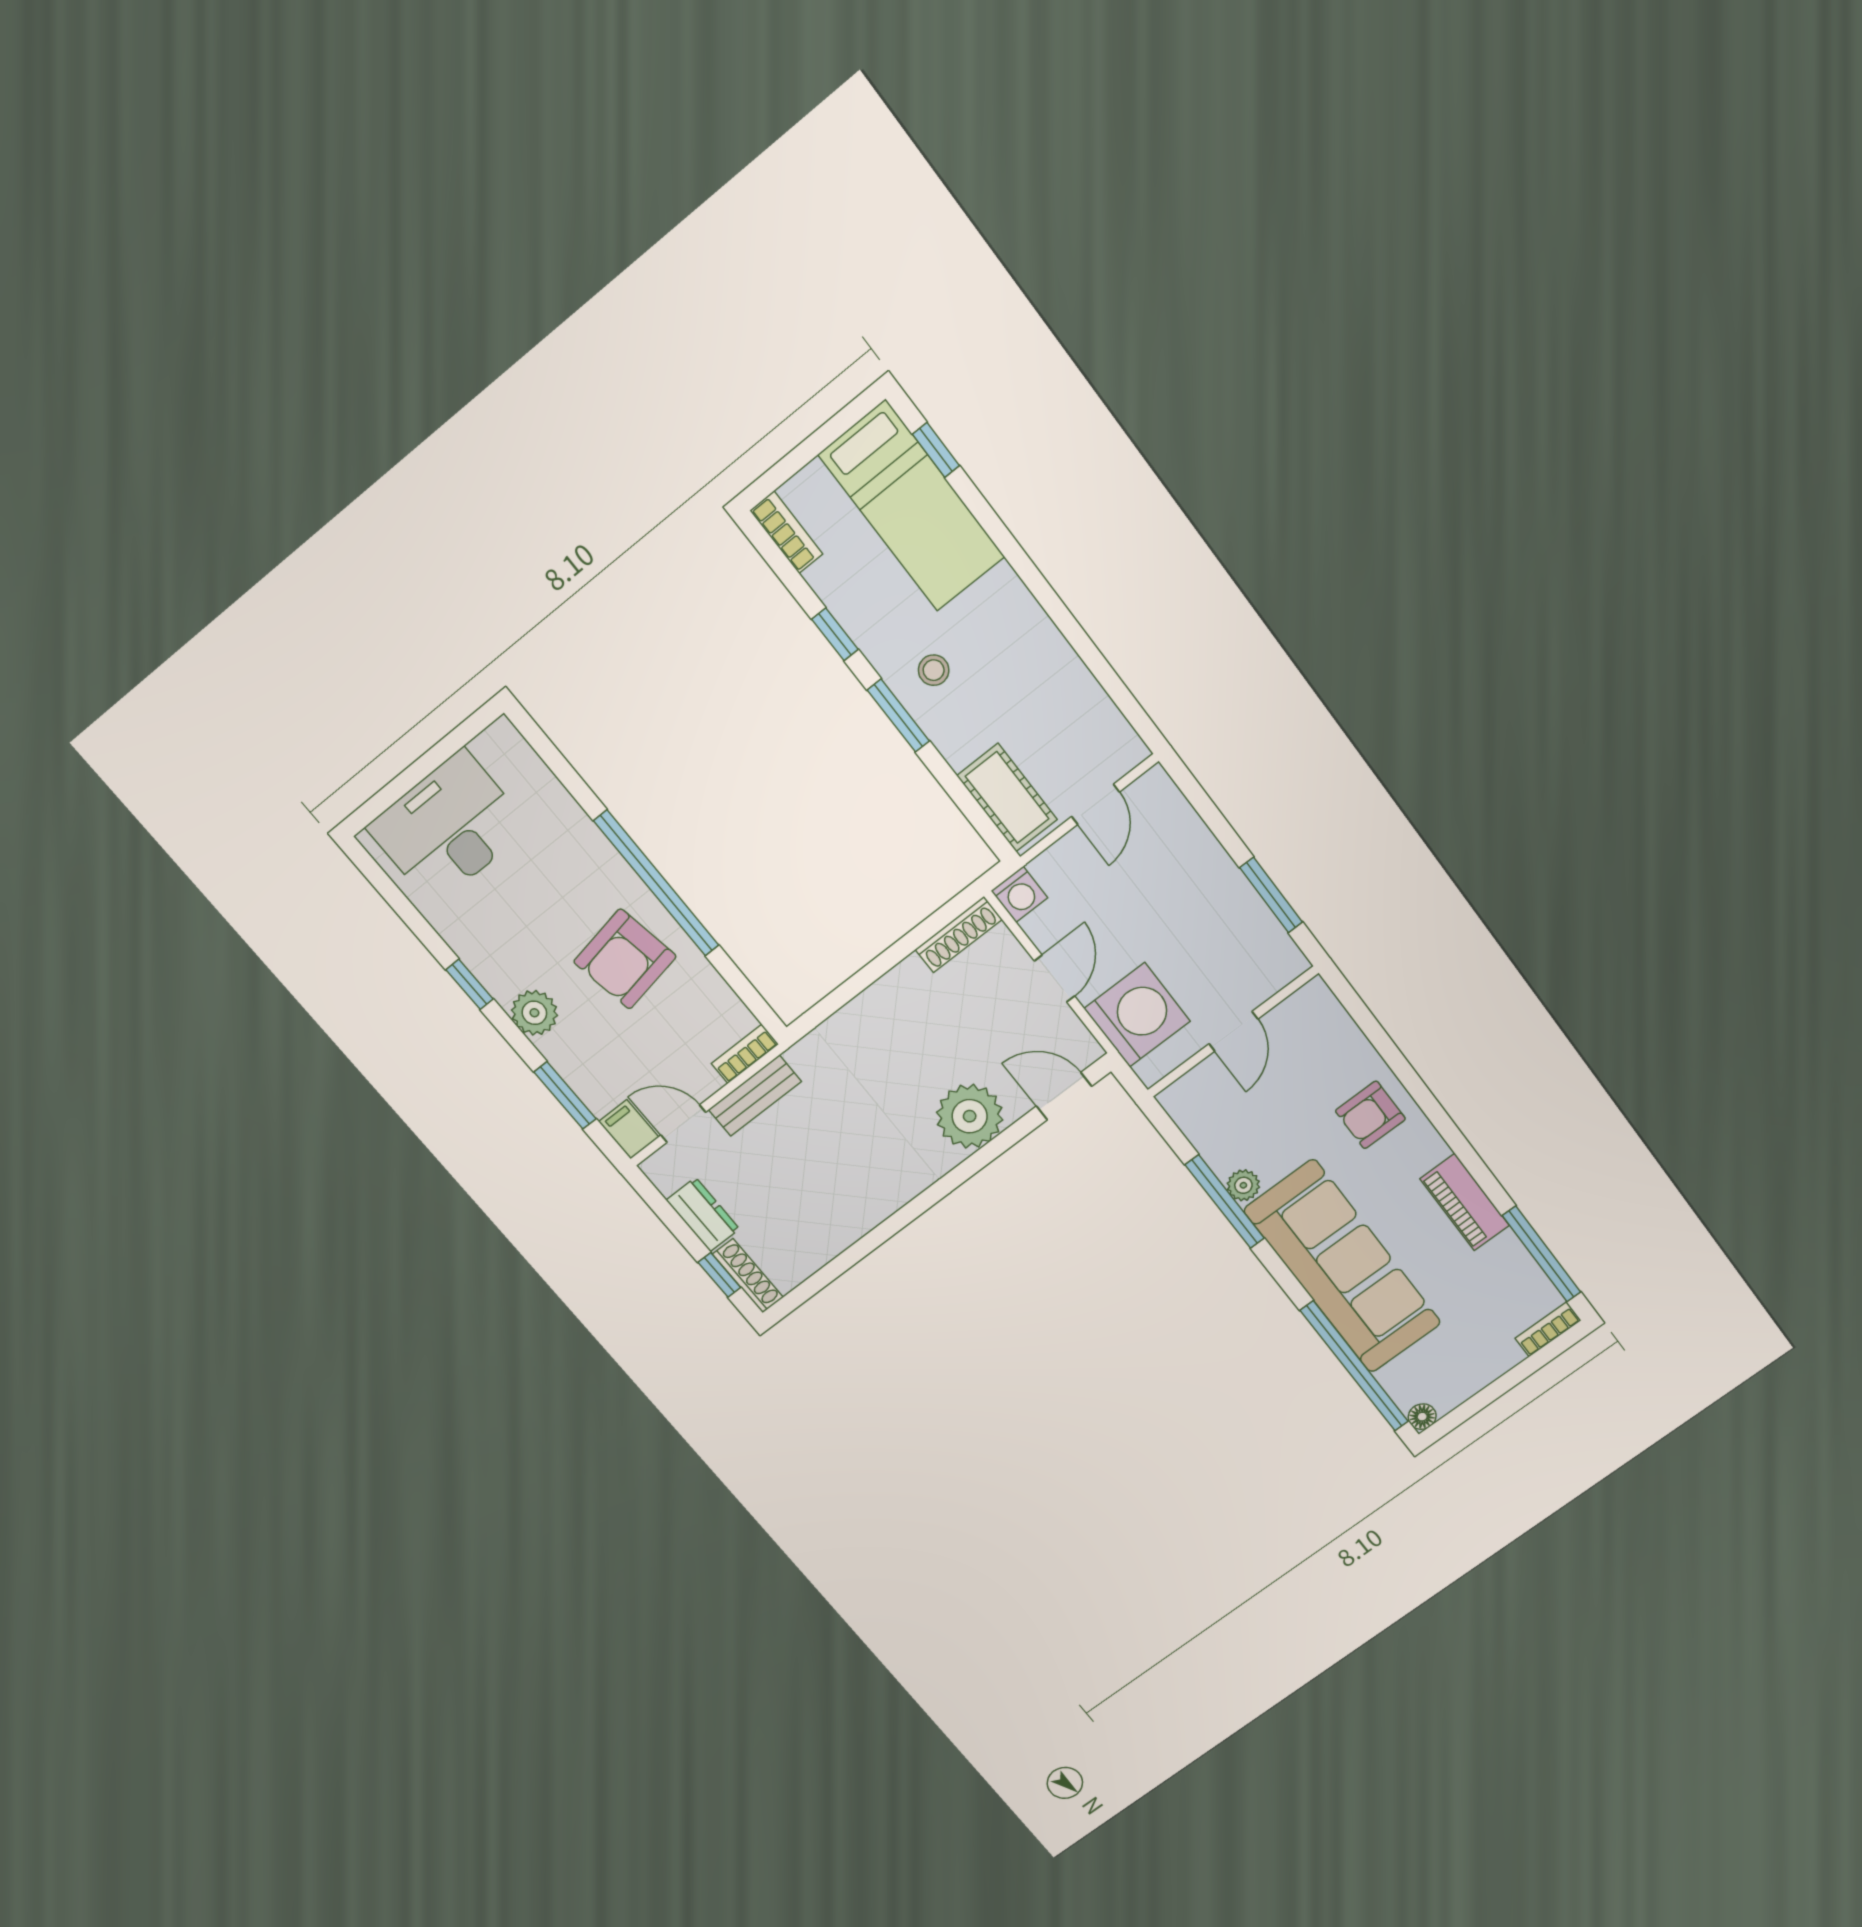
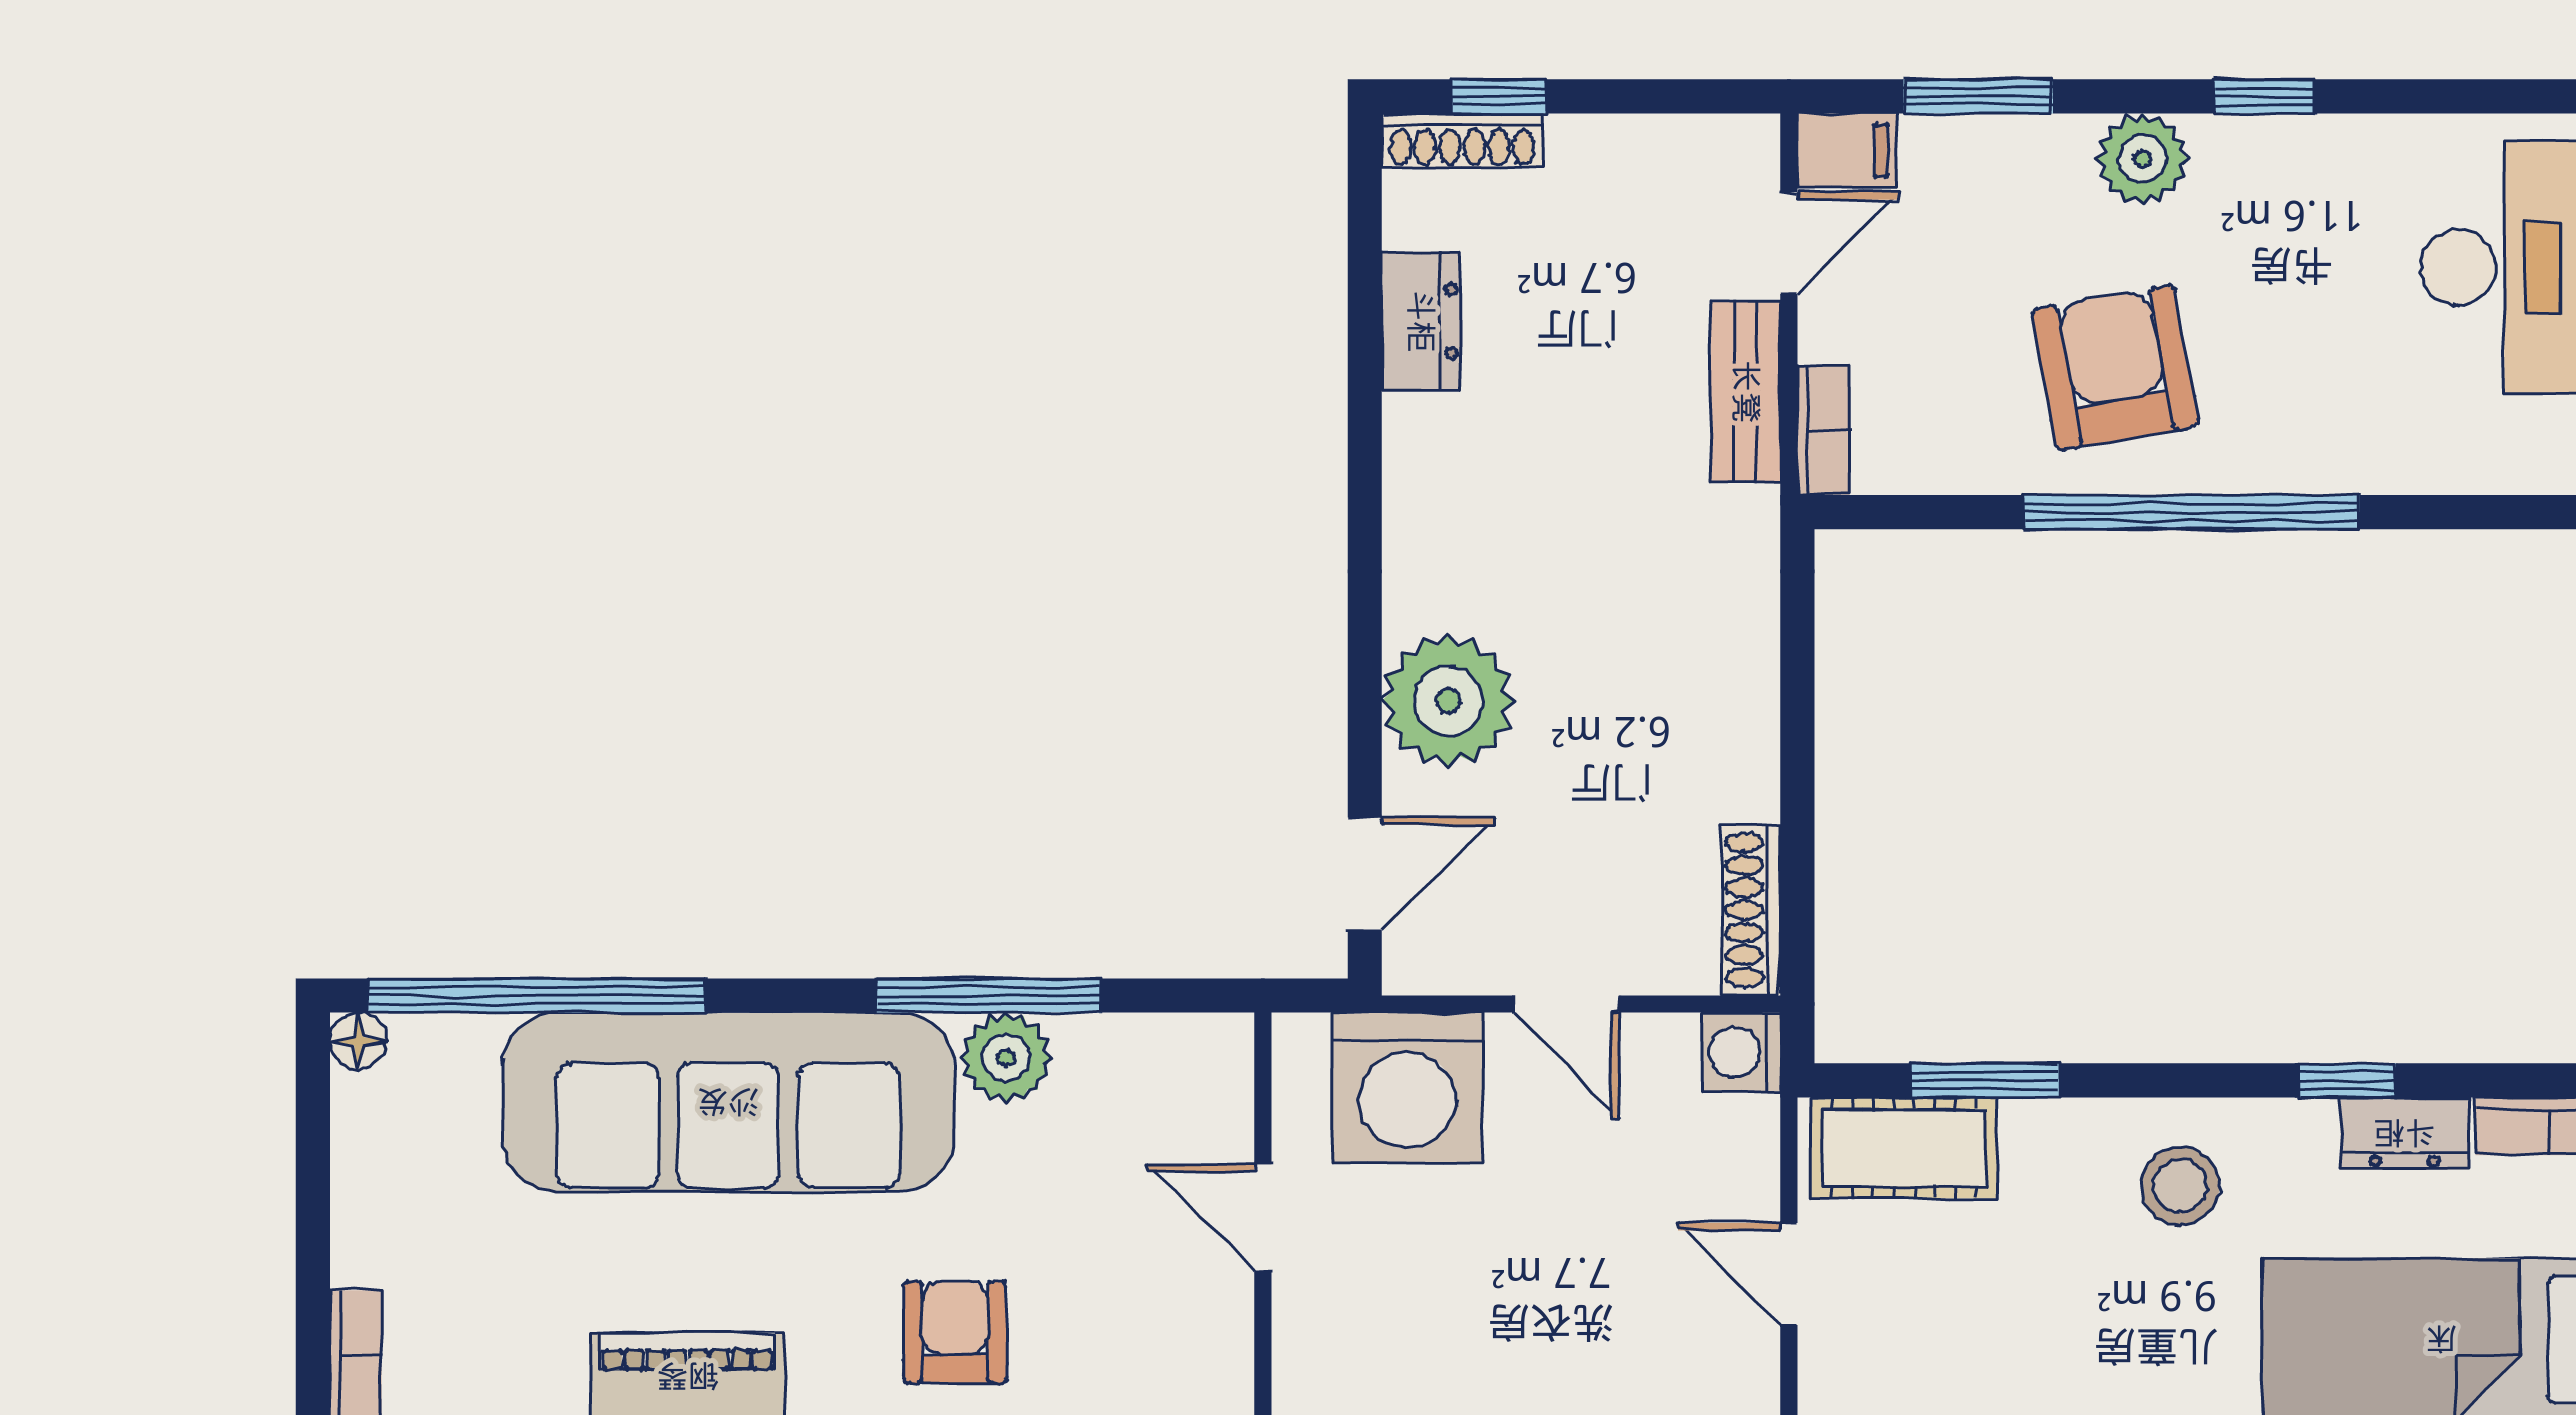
dresser: (838, 592) -> (2405, 1133), added
stool: (934, 670) -> (2180, 1186), width x1.37, depth x1.37
window: (898, 716) -> (1985, 1080), moved
plant: (1243, 1185) -> (1006, 1058), width x1.38, depth x1.38
dresser: (703, 1215) -> (1421, 321), moved, turned -90

